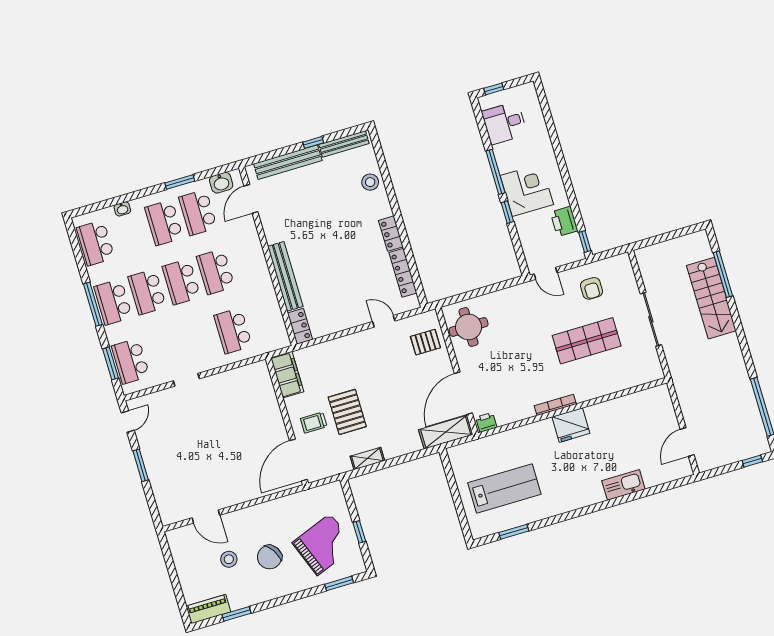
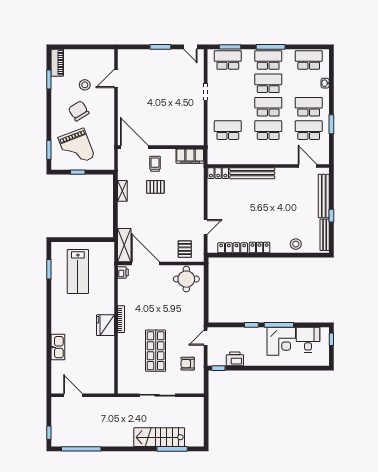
washbasin: (221, 183) -> (323, 150), removed
corner desk: (527, 190) -> (281, 341), moved
pallet: (347, 412) -> (155, 187), width x0.67, depth x0.71

